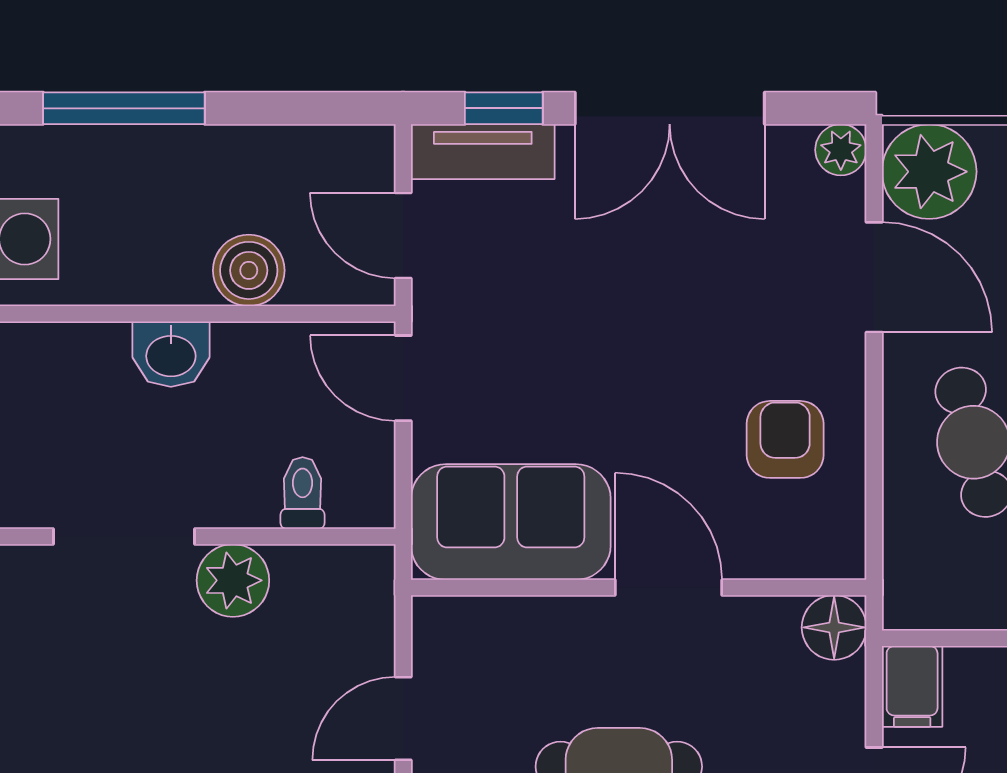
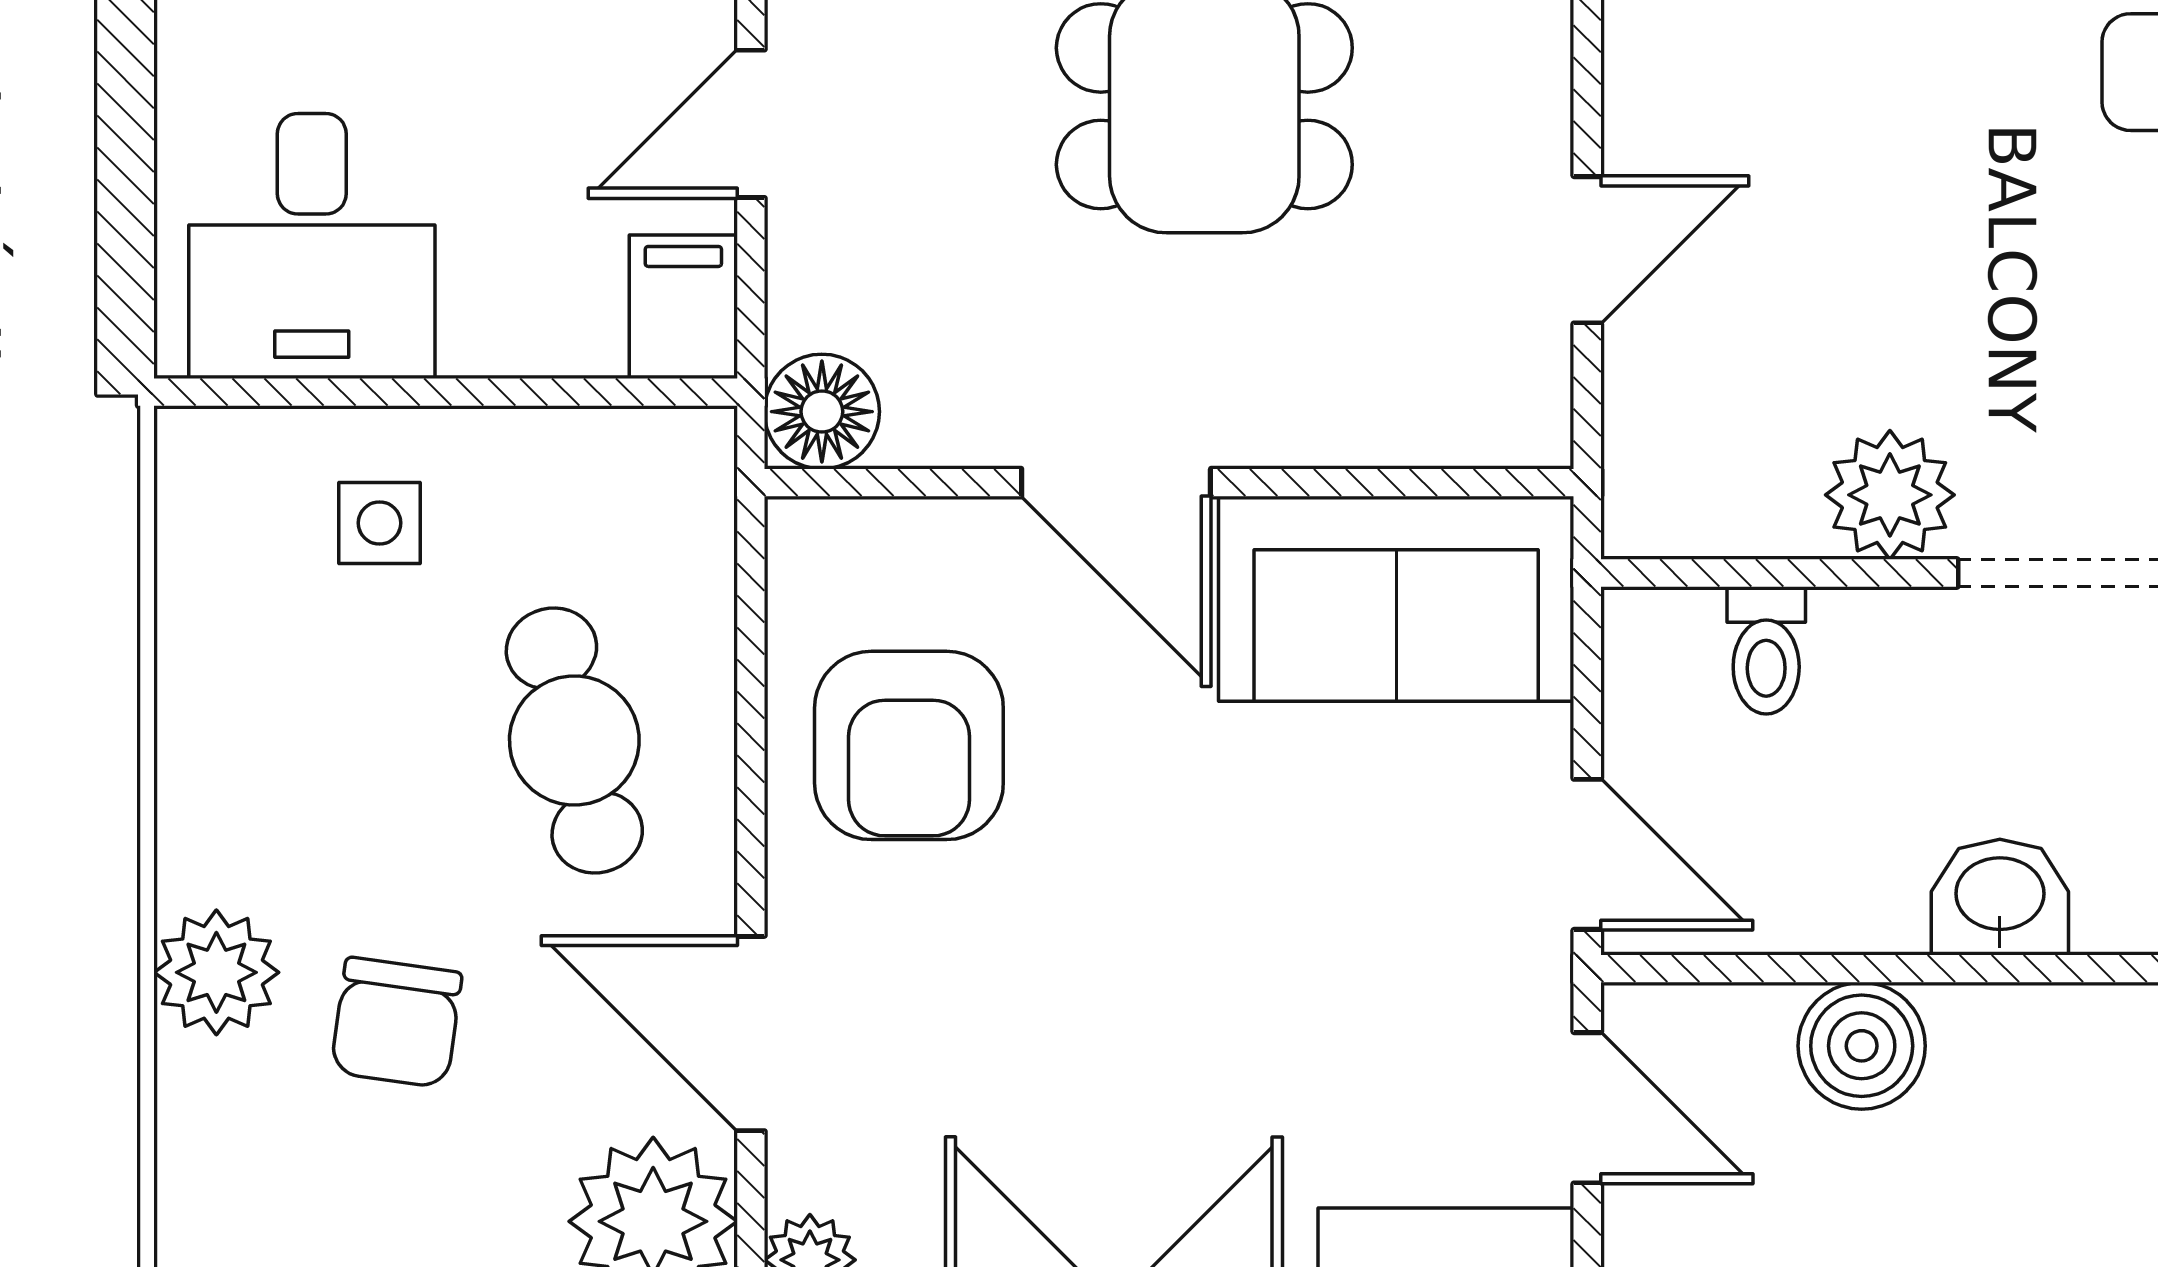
armchair: (785, 439) -> (909, 745), width x1.38, depth x1.38

